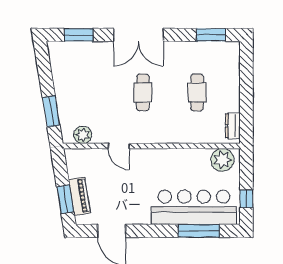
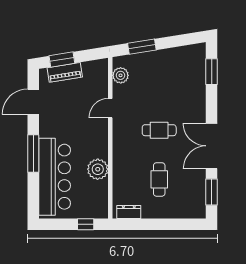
double door: (138, 35) -> (212, 146), moved
cafe table: (197, 92) -> (159, 179), turned 90
plant: (222, 160) -> (98, 169), moved
window: (246, 199) -> (86, 224), moved
window: (199, 231) -> (33, 153), moved

